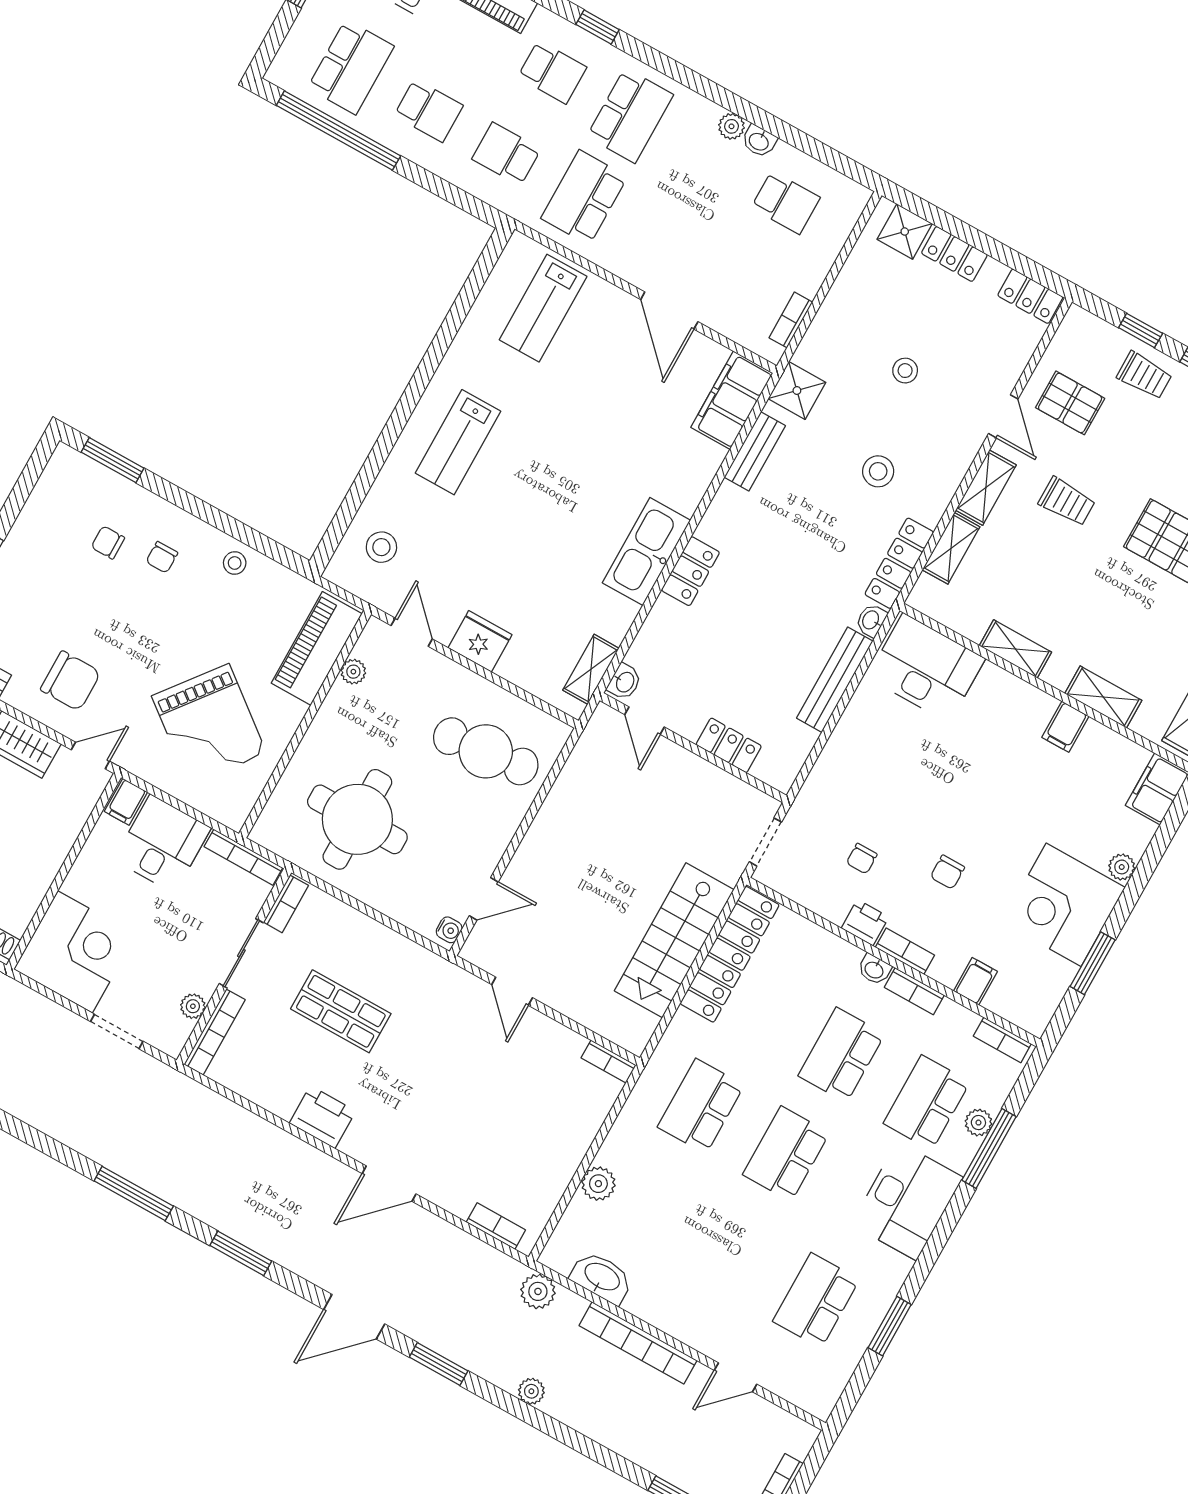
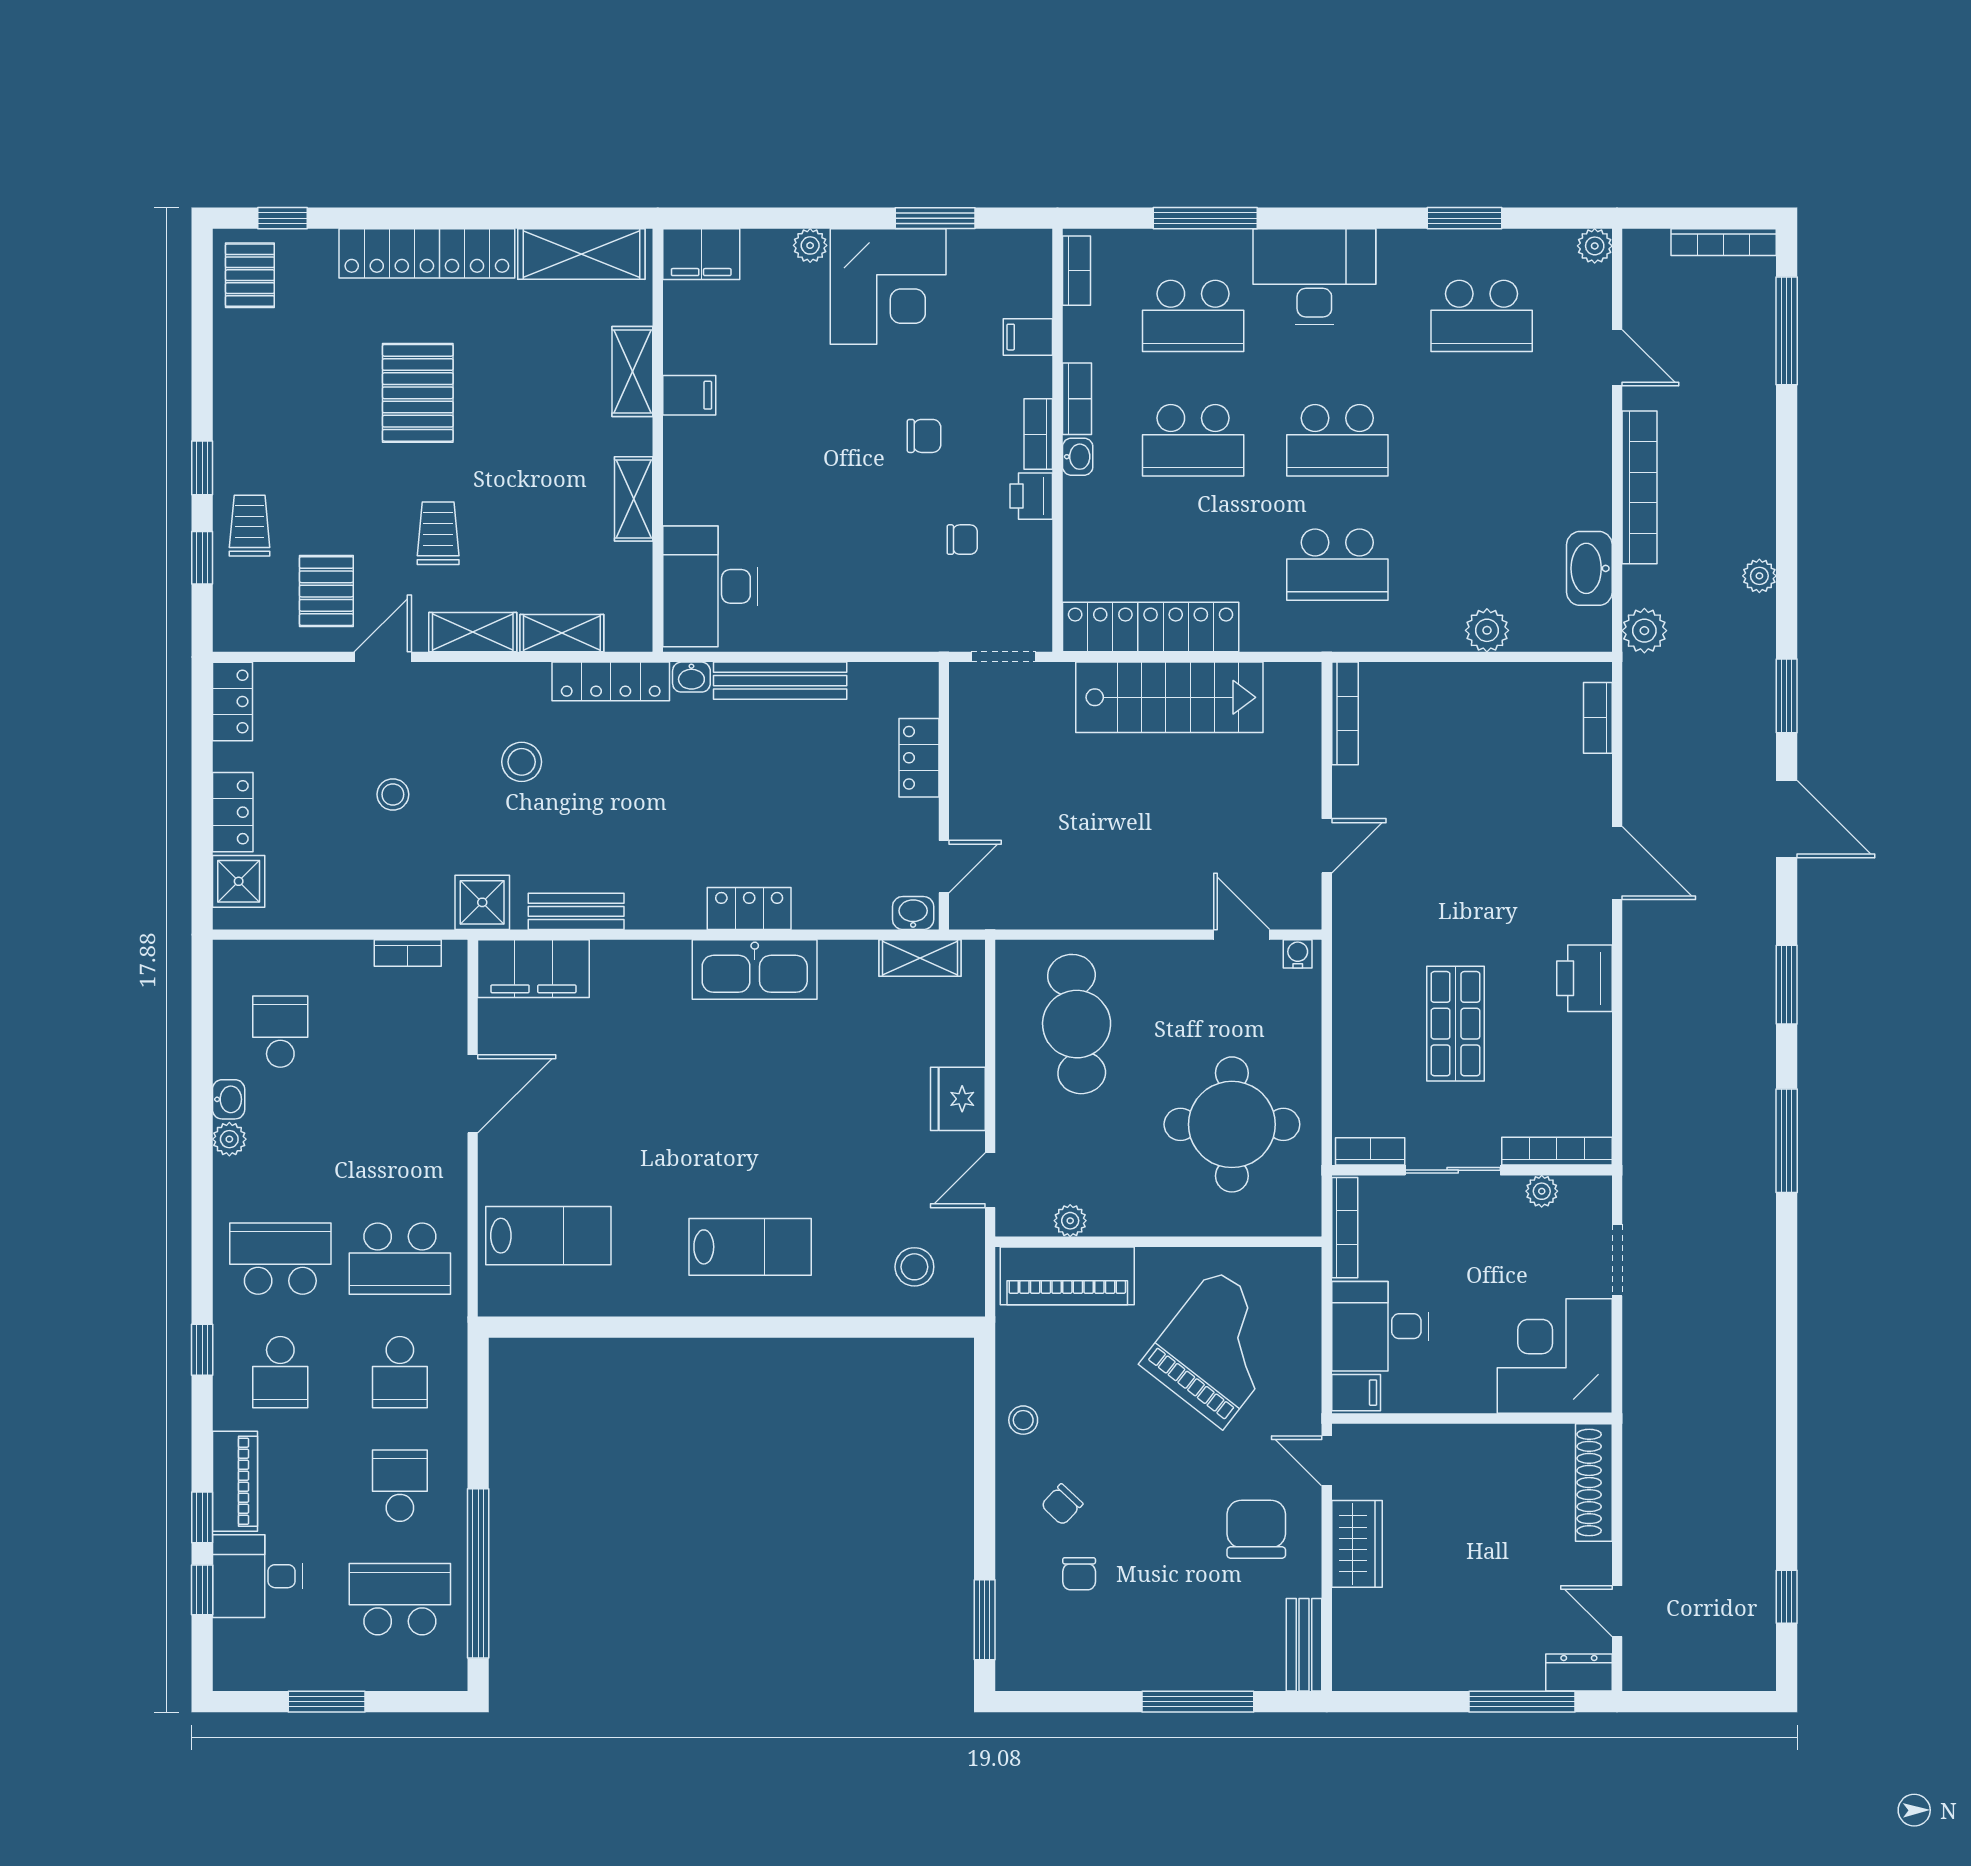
school desk: (552, 72) -> (280, 1372), turned 180
chair: (162, 557) -> (1062, 1505), turned 133
bookcase: (609, 1062) -> (1345, 713), width x1.56
plant: (978, 1123) -> (1595, 246), moved

